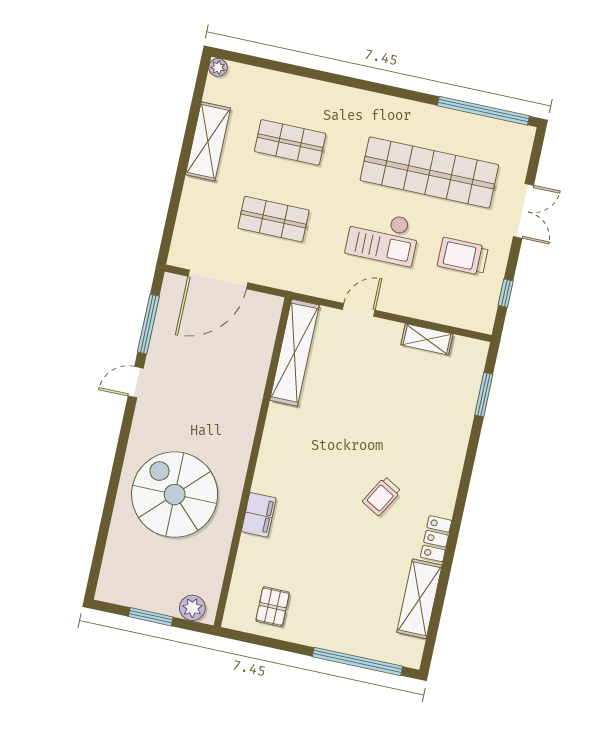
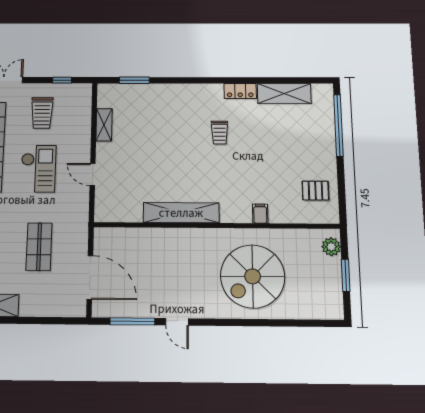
shelving: (294, 353) -> (181, 213), moved
trolley: (382, 496) -> (220, 133), turned 60
filing cabinet: (259, 515) -> (260, 214), width x0.50

